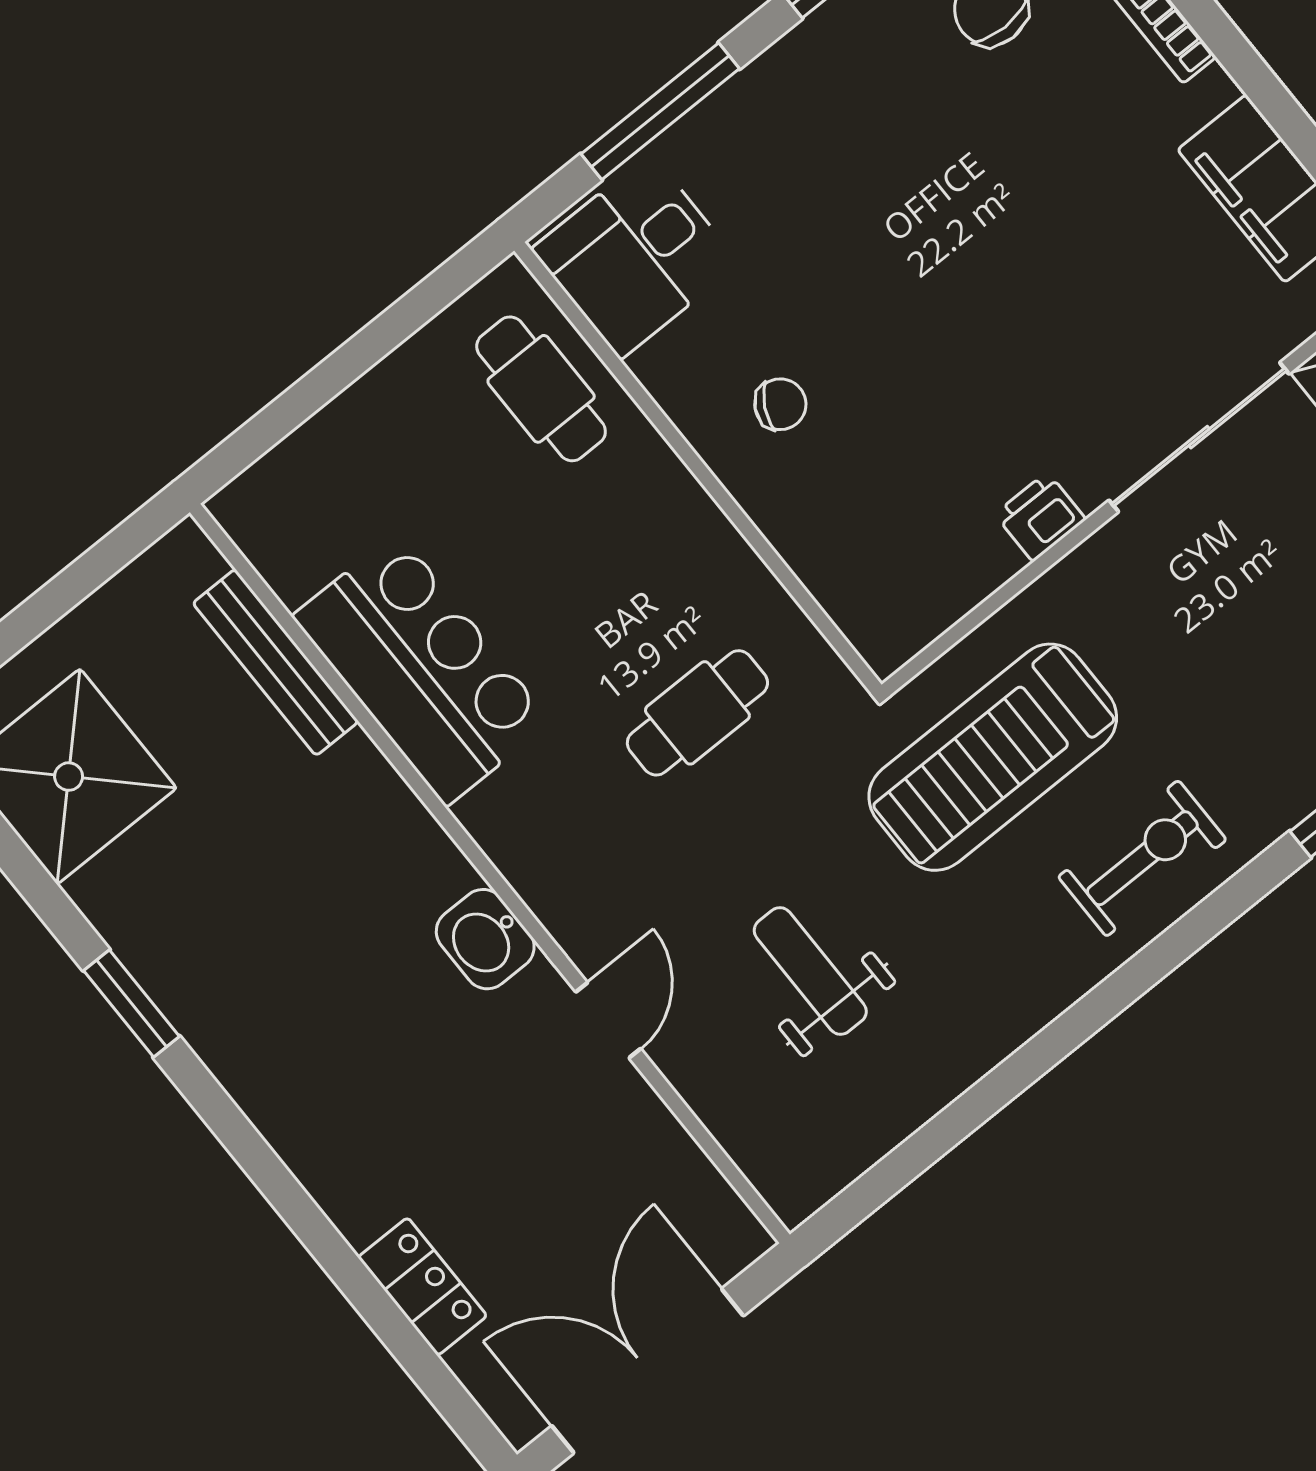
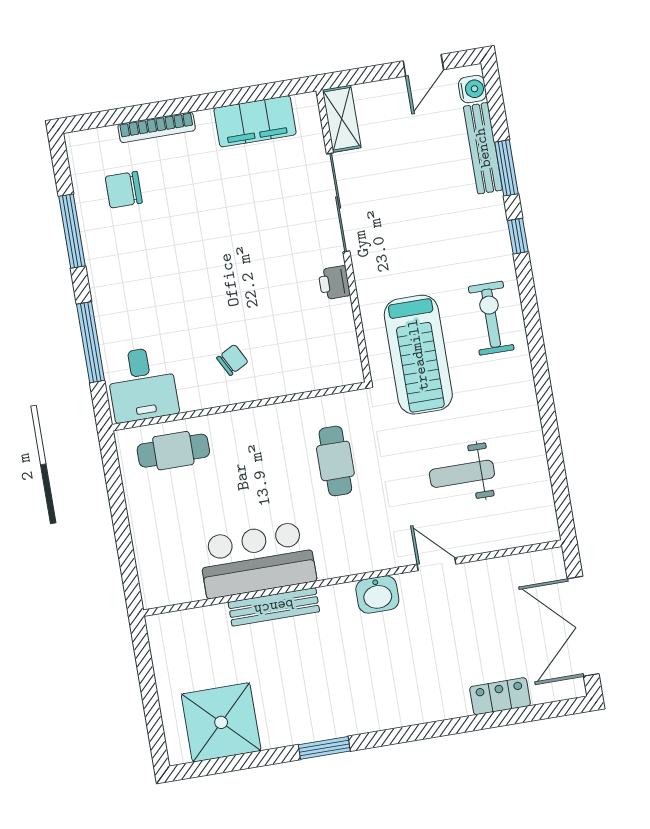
chair: (780, 404) -> (232, 360), turned 34
bench: (276, 662) -> (274, 607), moved

